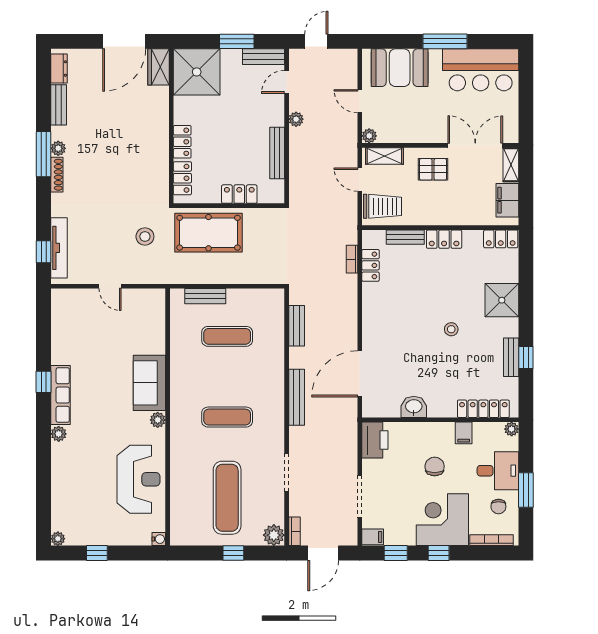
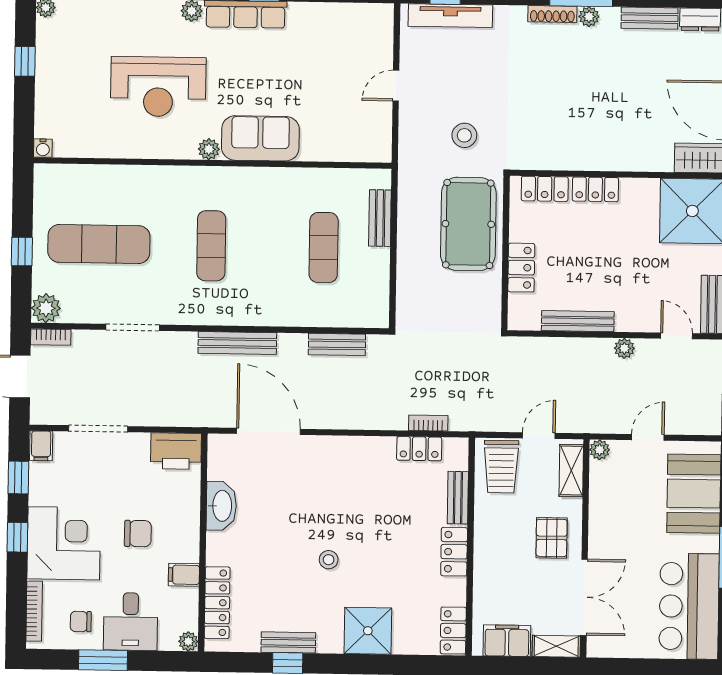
washbasin: (414, 407) -> (221, 506), width x1.38
reception desk: (139, 479) -> (158, 87), moved

